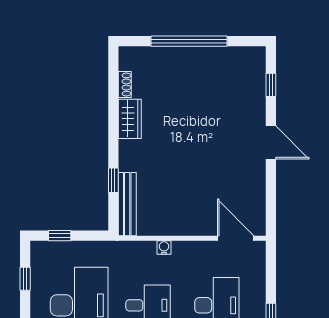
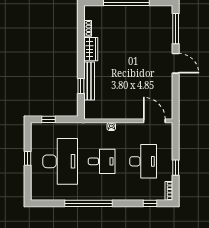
window: (271, 85) -> (176, 29), width x2.17
bench: (127, 204) -> (89, 81), moved
window: (25, 279) -> (28, 158), moved

